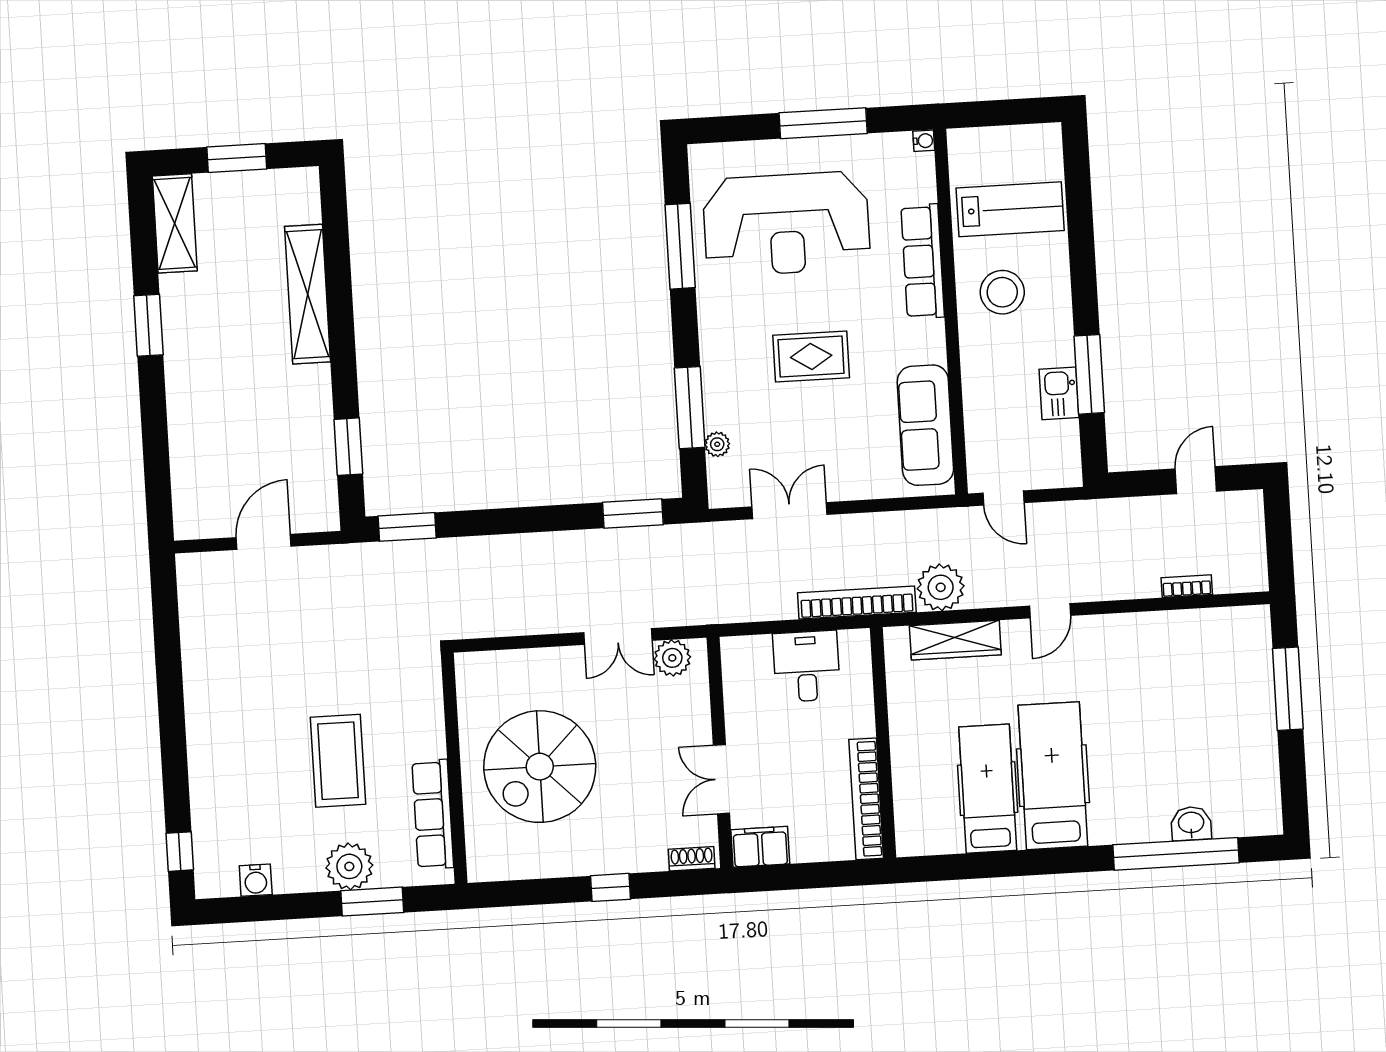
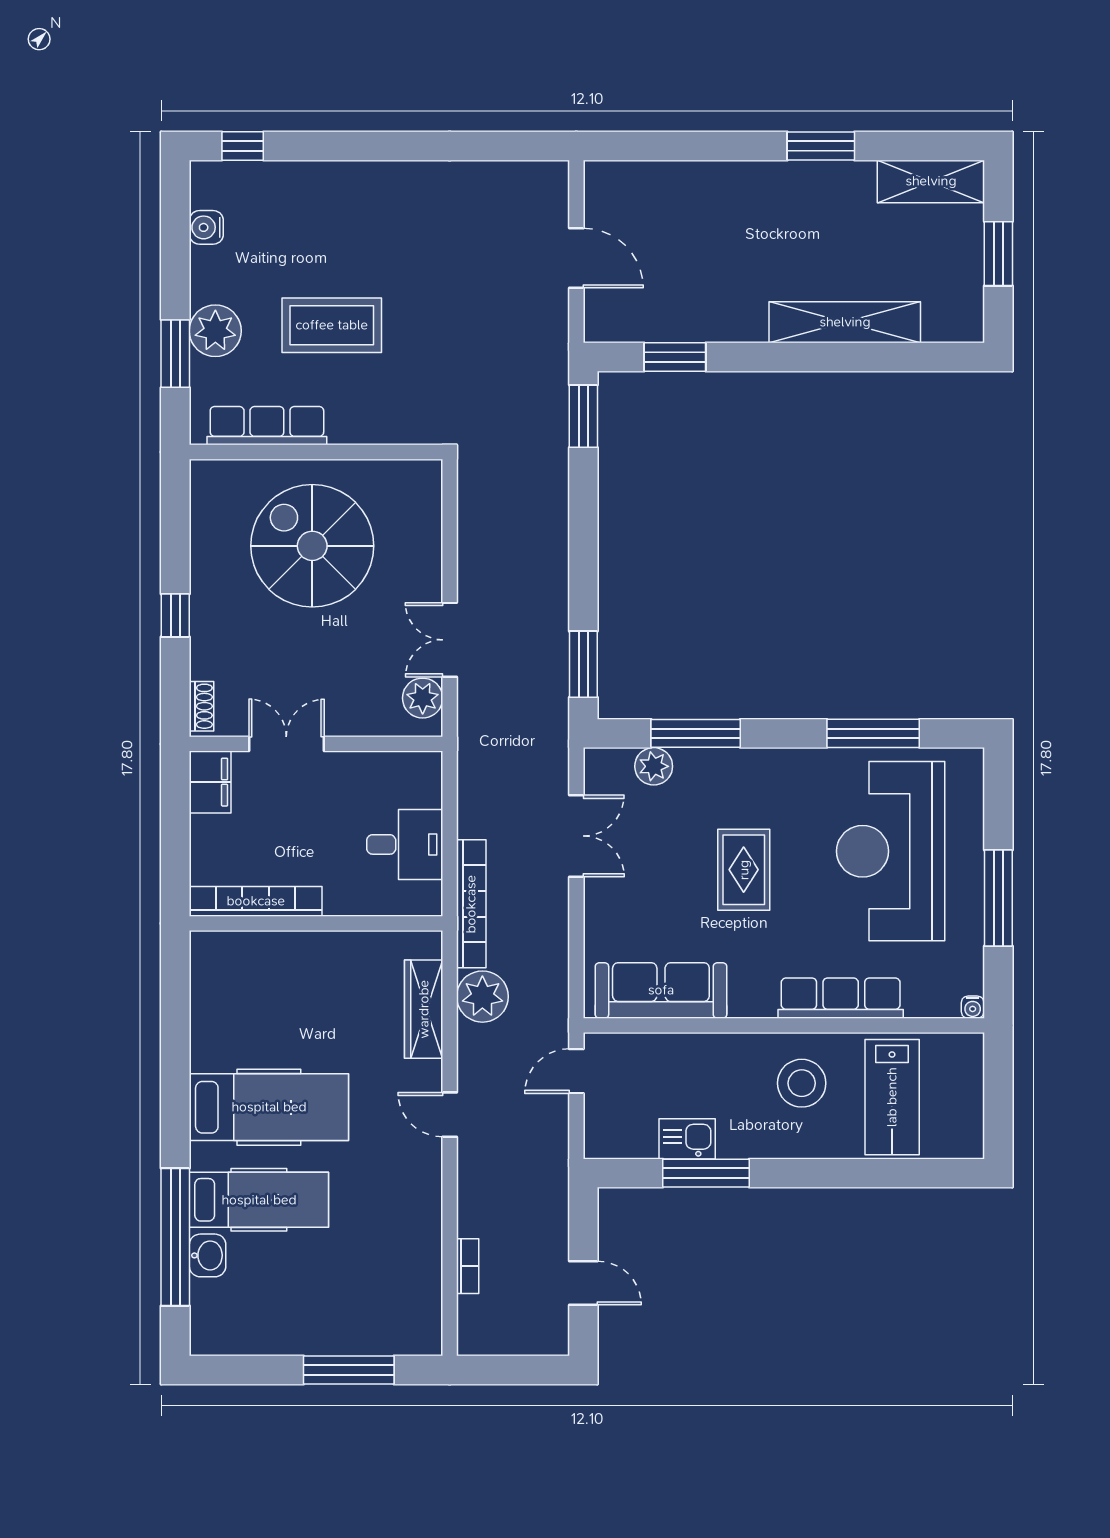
plant: (717, 444) -> (654, 766), width x1.38, depth x1.38
hospital bed: (988, 789) -> (259, 1200), moved

